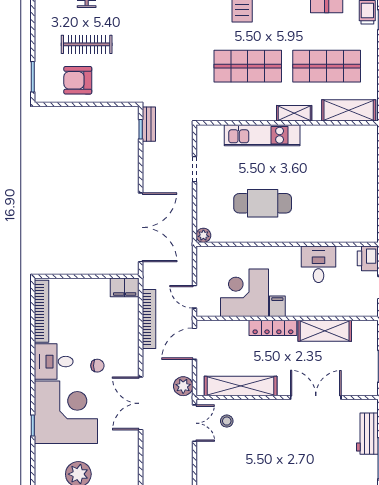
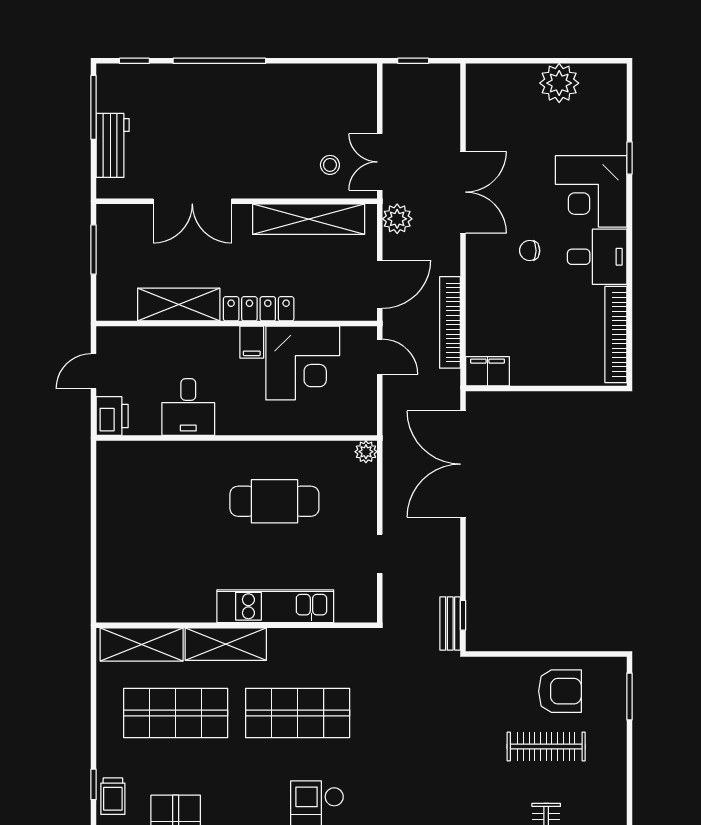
shelving: (294, 113) -> (226, 644), width x1.50, depth x1.33
corner desk: (66, 412) -> (591, 191), width x0.74, depth x0.74

